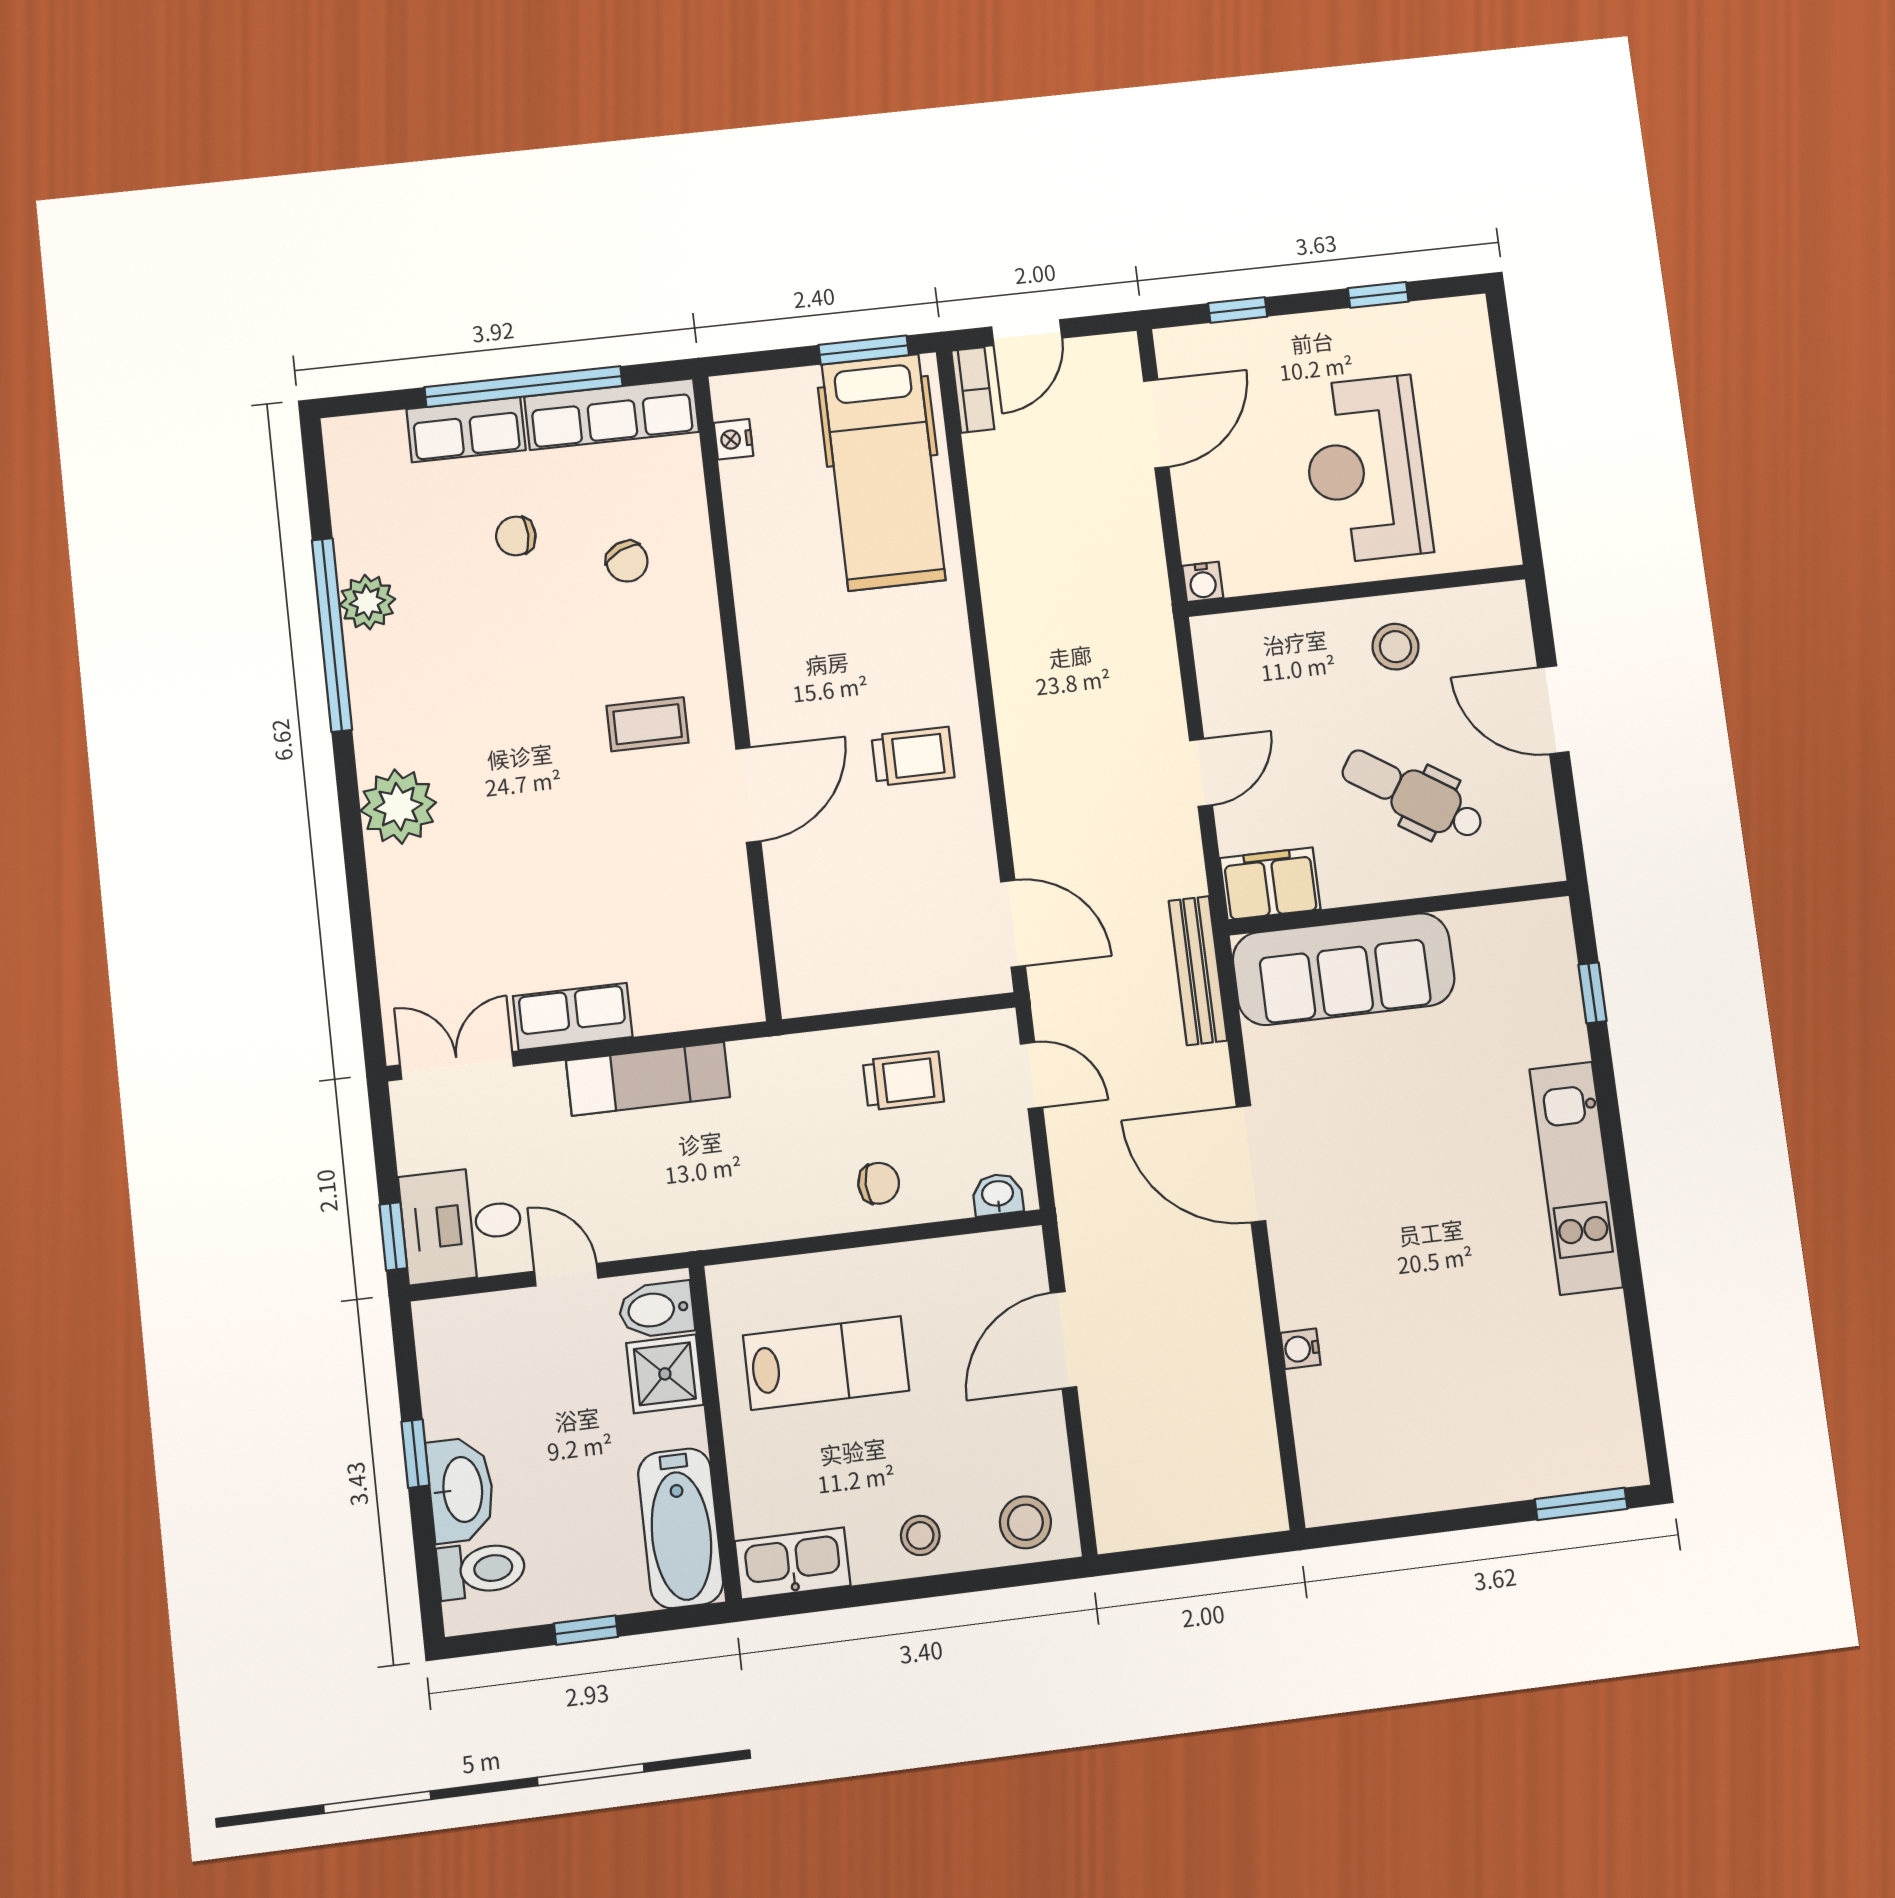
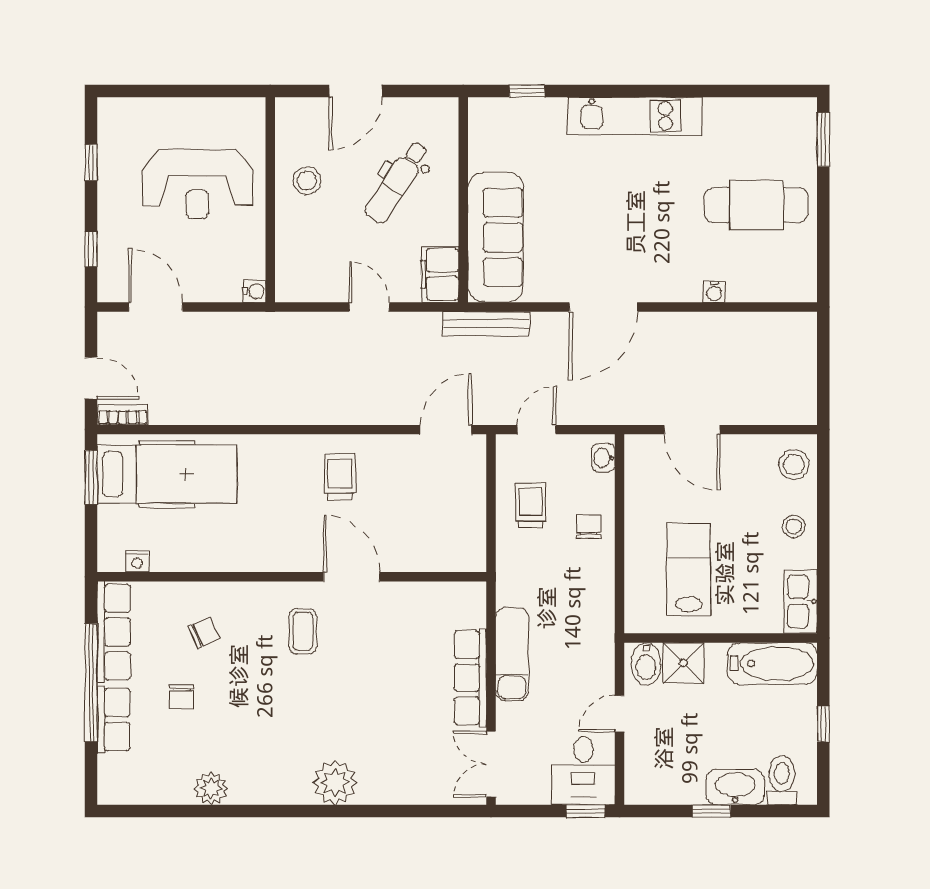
window: (332, 635) -> (228, 811), removed
row of seats: (573, 1016) -> (470, 678), width x1.48
cafe table: (1456, 1403) -> (756, 205), added

